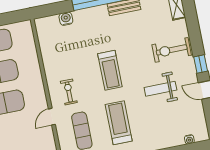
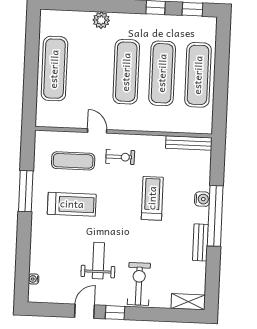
water cooler: (66, 19) -> (202, 199), moved
bench: (43, 37) -> (189, 143), added
treadmill: (110, 70) -> (152, 198), moved, turned 90

